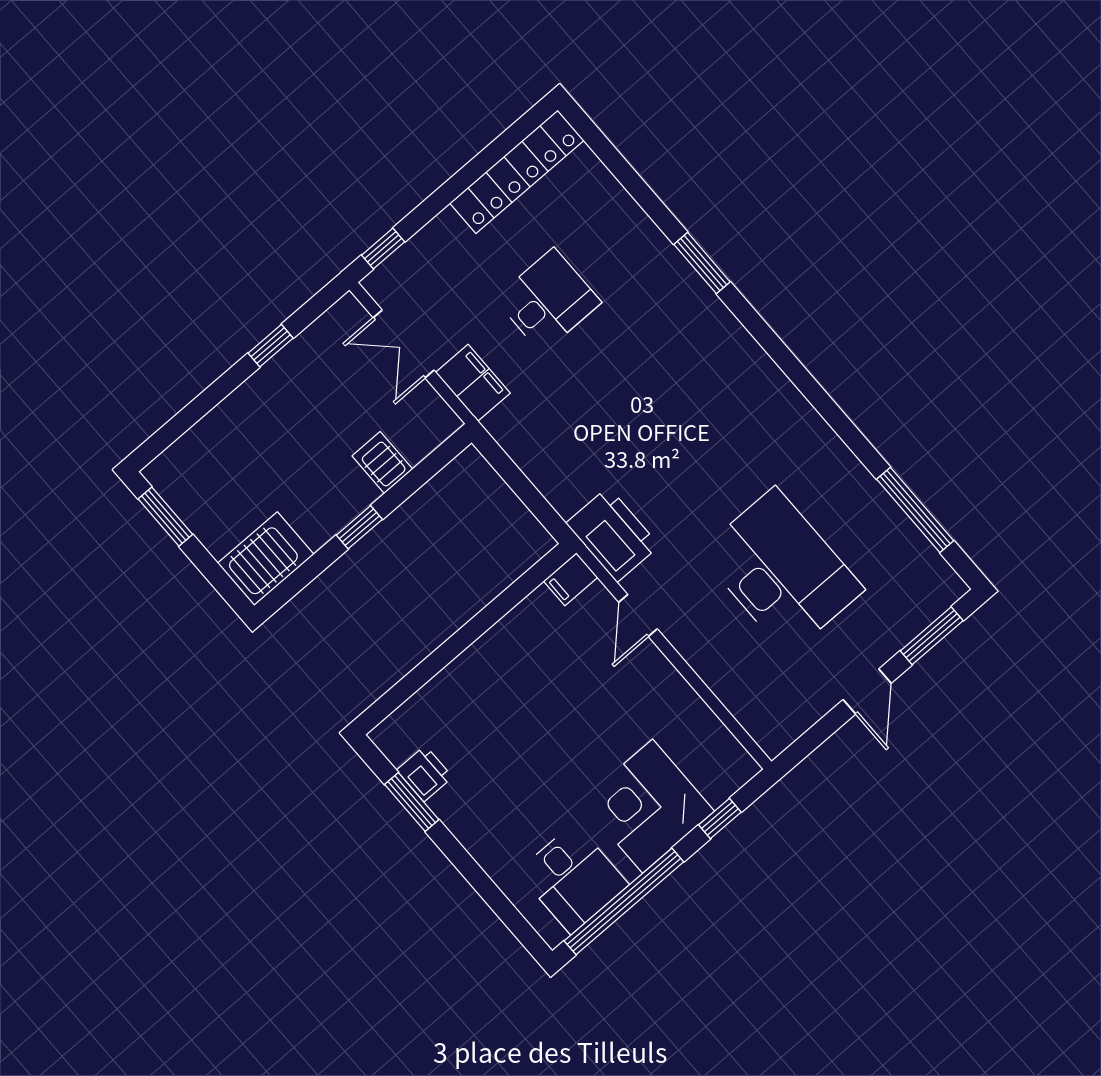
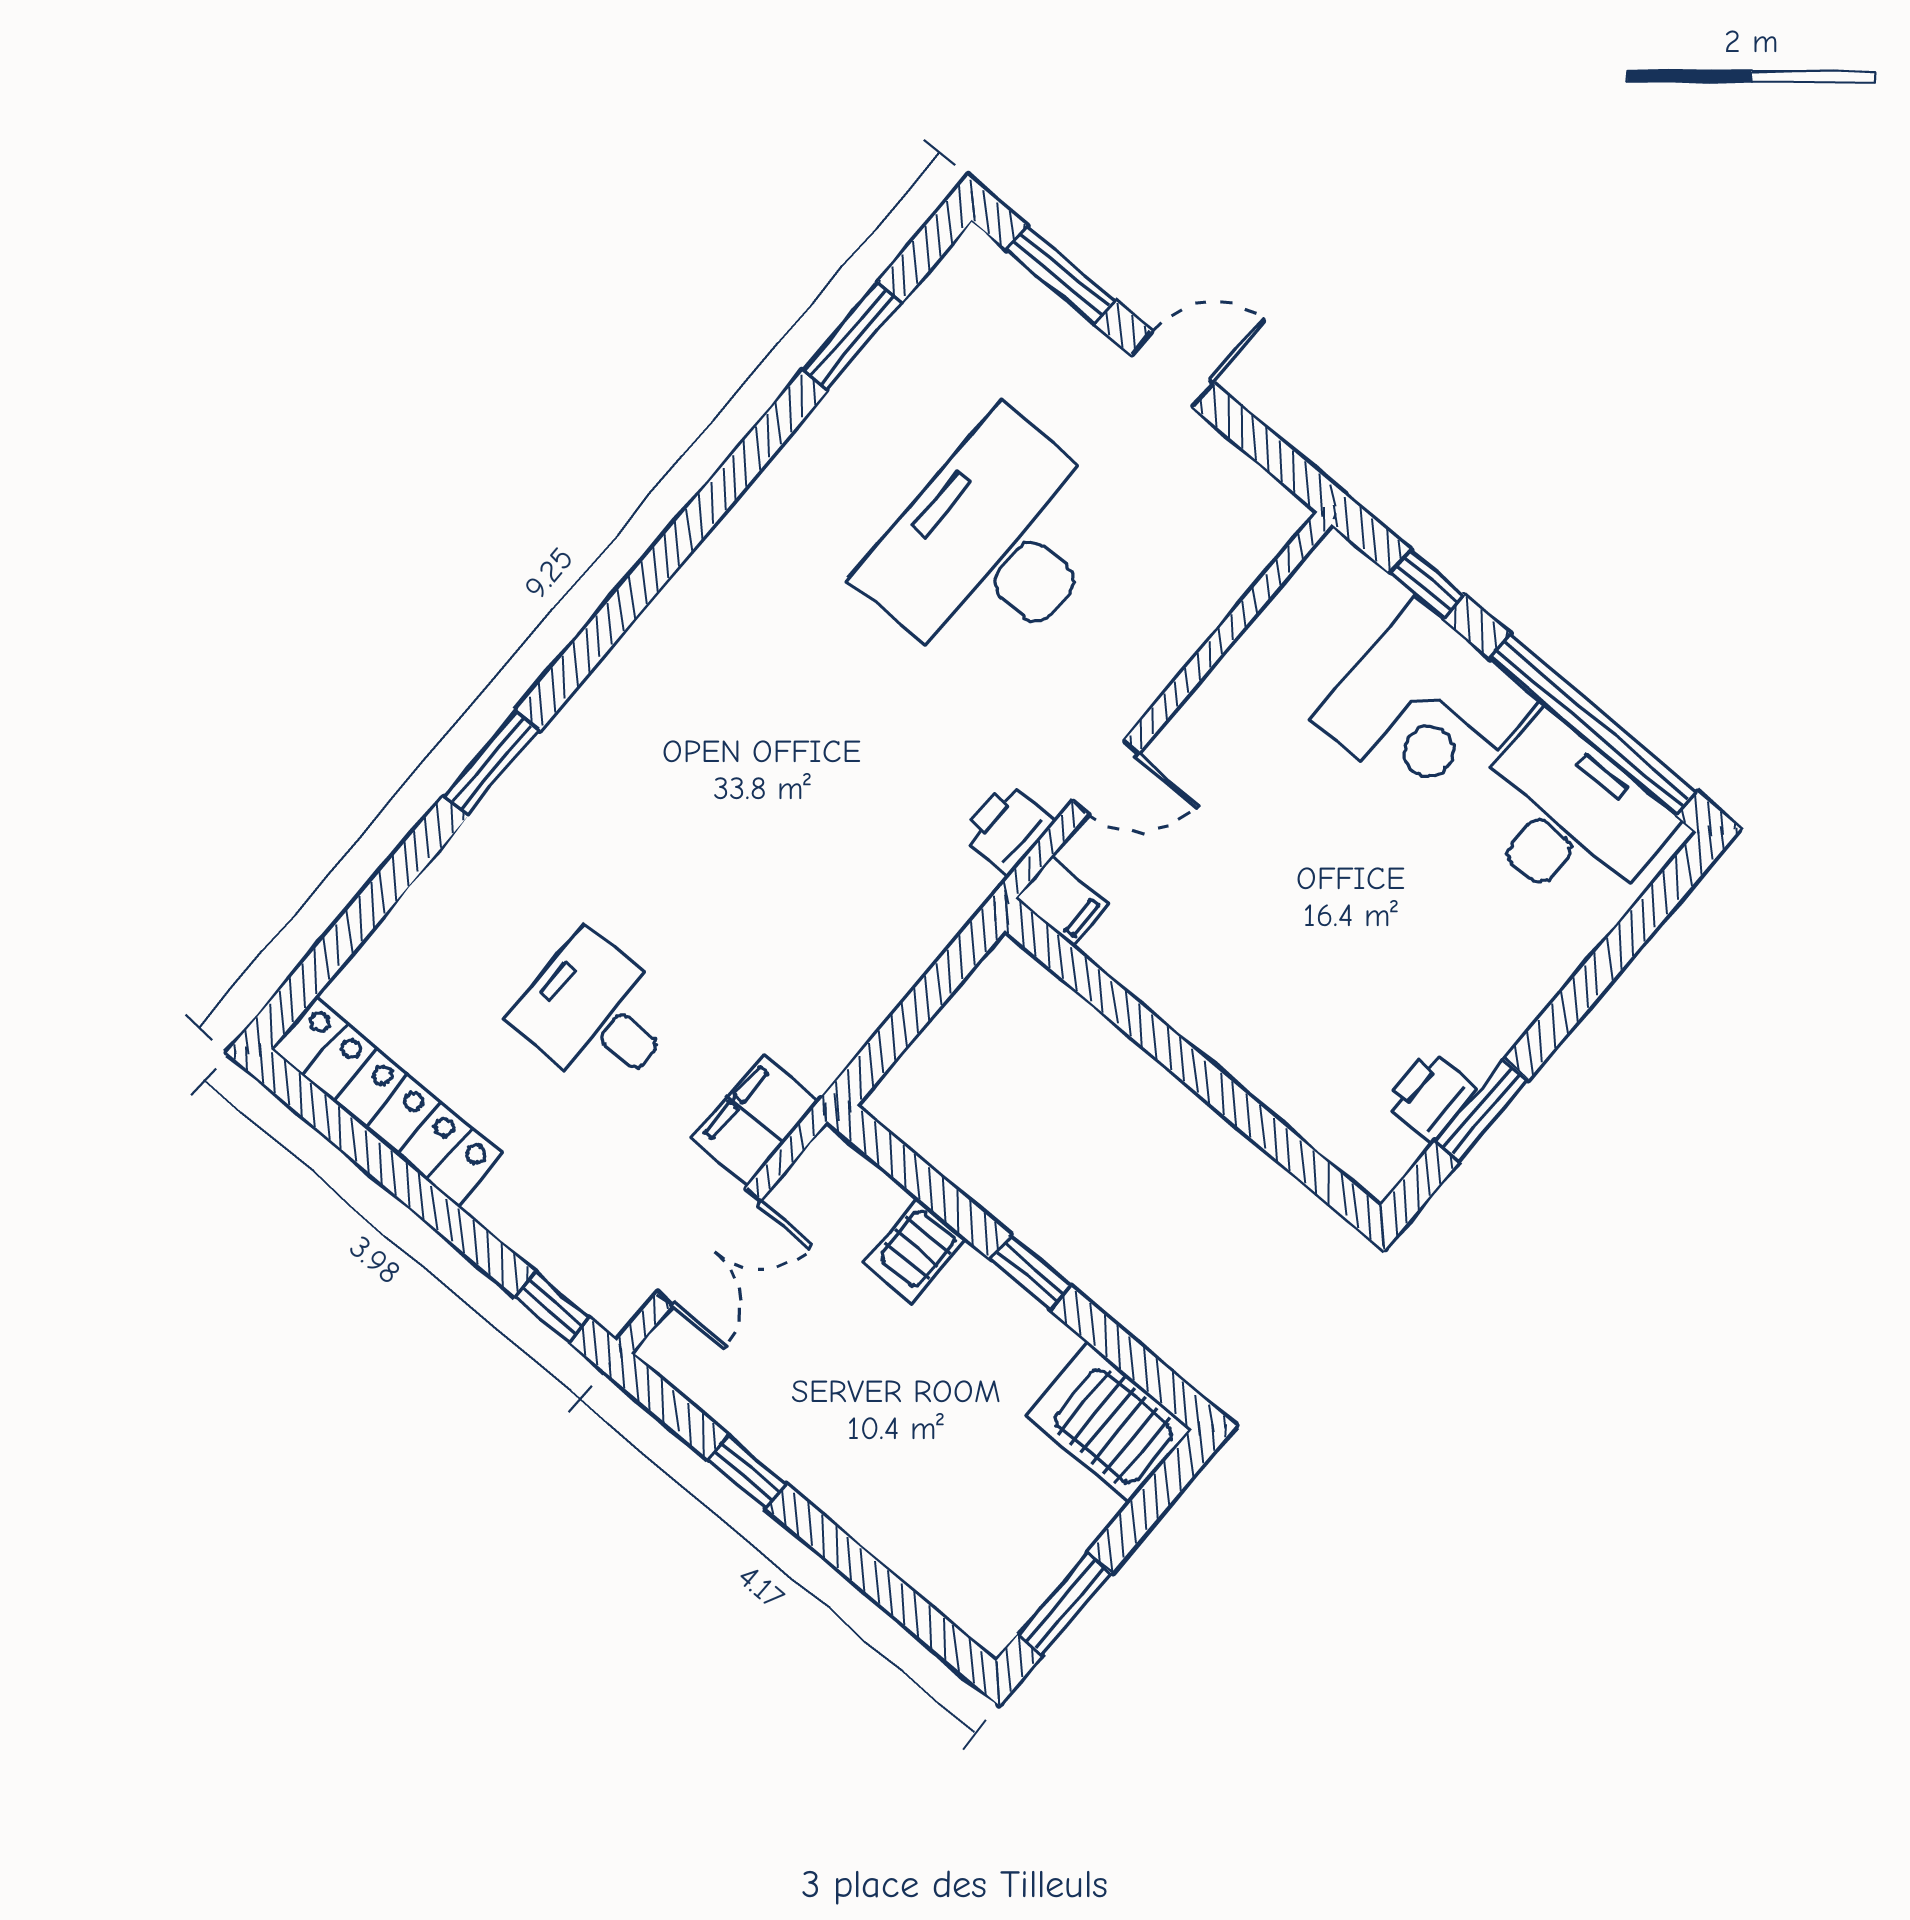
window: (915, 510) -> (852, 337), width x0.69
printer: (613, 534) -> (1007, 828), width x0.53, depth x0.68
desk: (573, 878) -> (1568, 817), width x1.37

